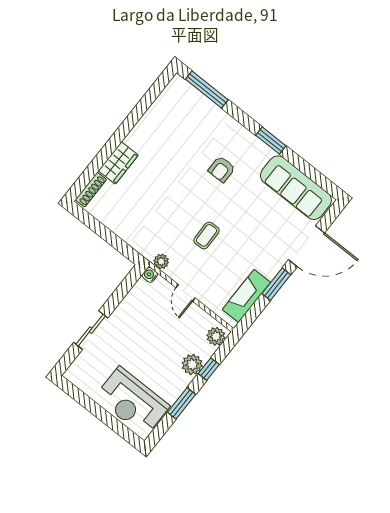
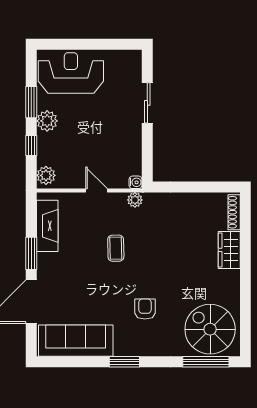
spiral stairs: (183, 113) -> (210, 329), added
plant: (192, 364) -> (47, 121), moved

